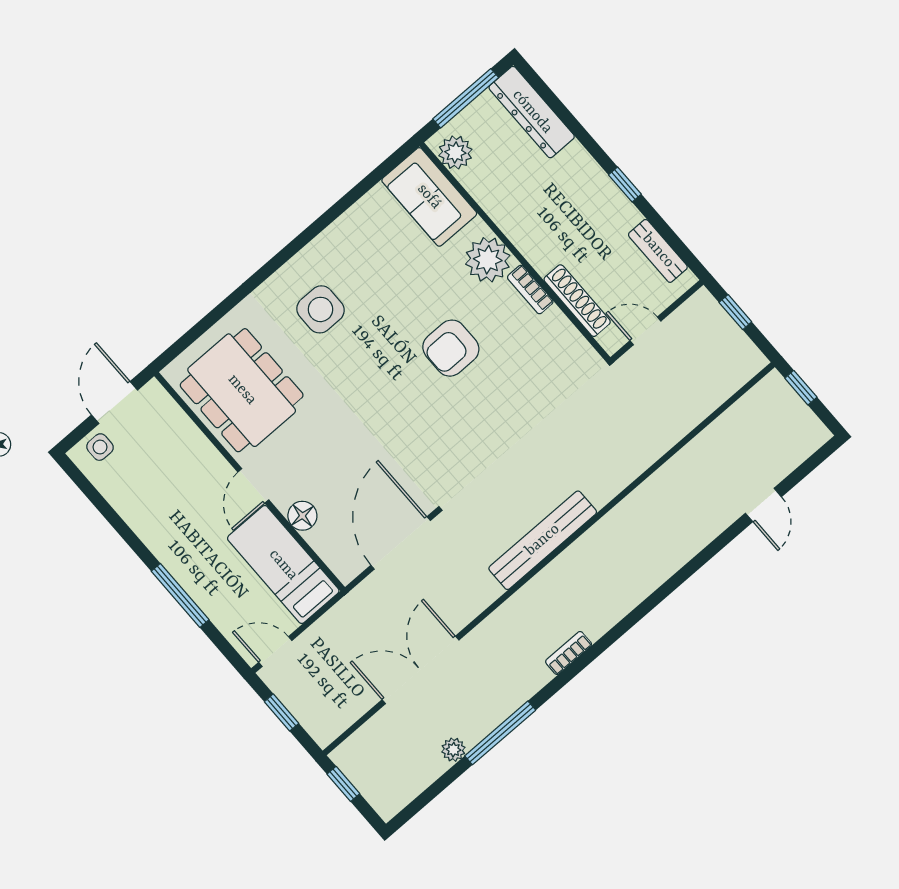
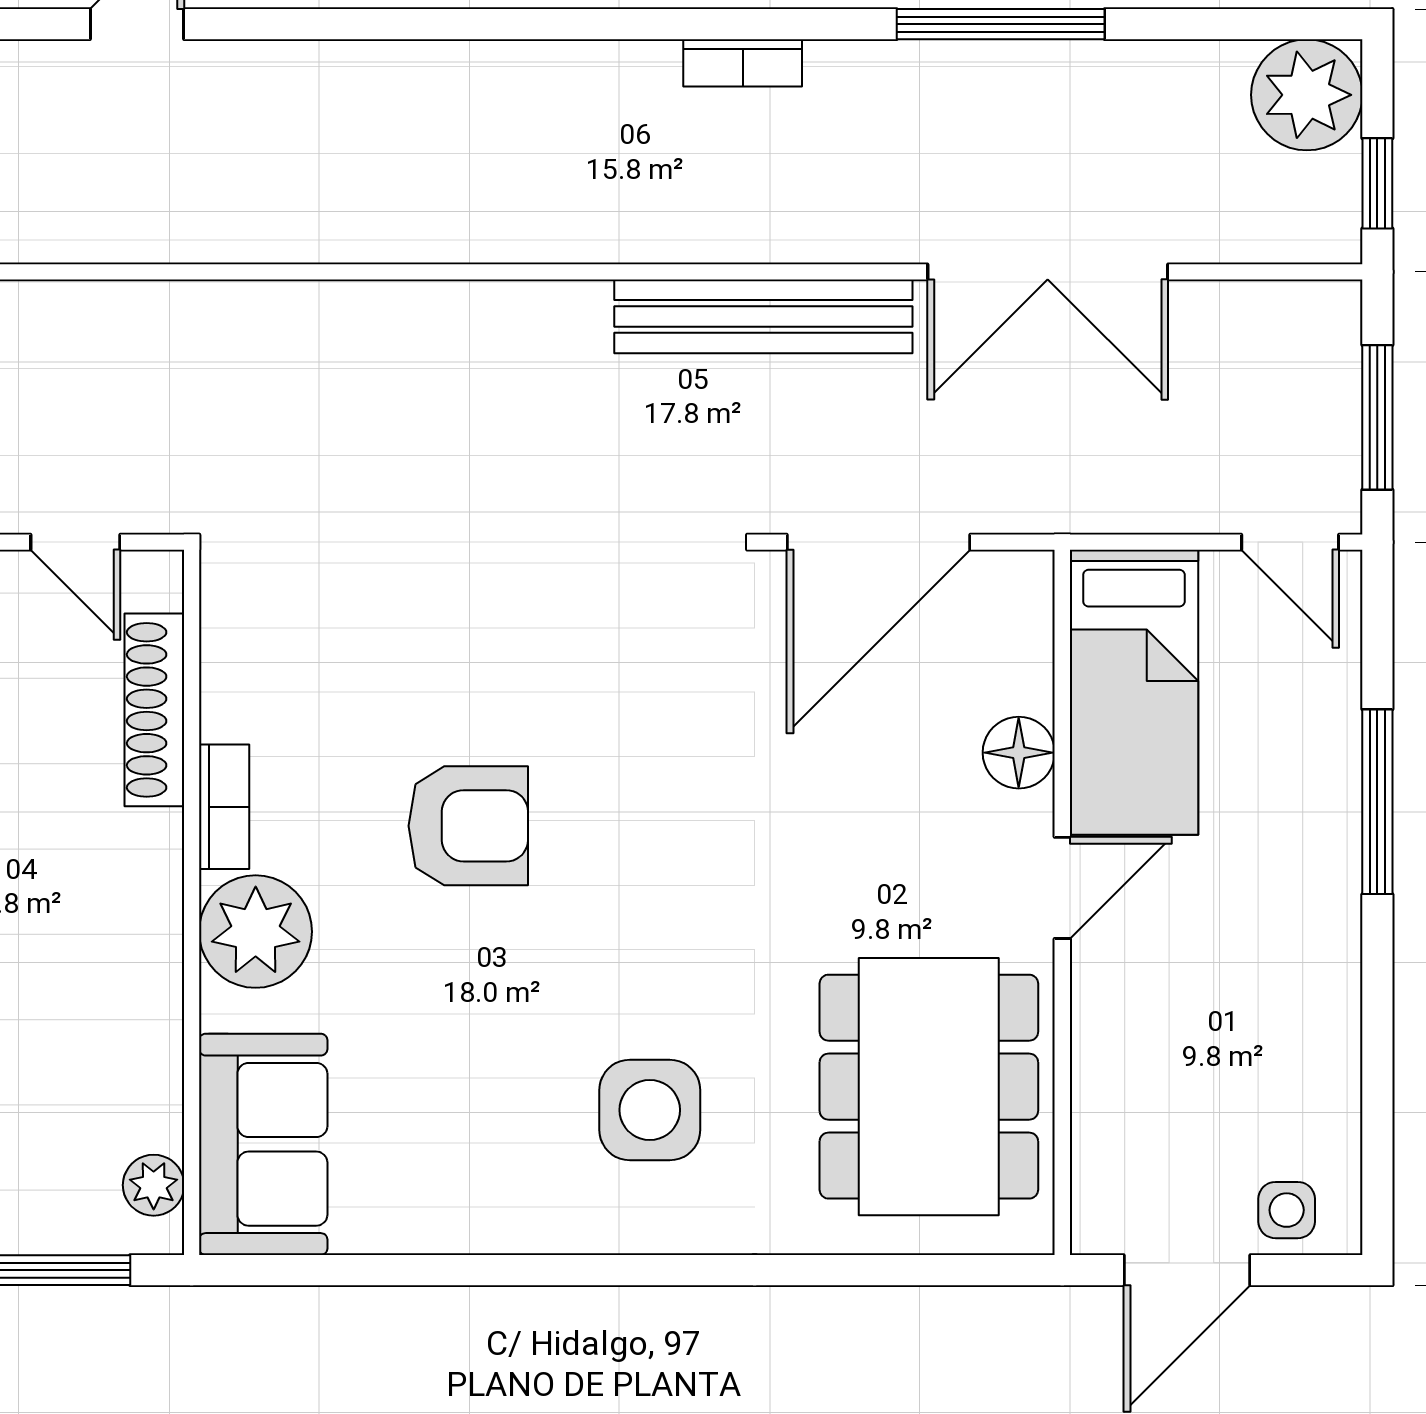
plant: (455, 152) -> (154, 1185), width x0.73, depth x0.73
bench: (543, 540) -> (763, 316), moved
window: (282, 713) -> (1377, 417), width x1.50
plant: (453, 750) -> (1307, 95), moved, width x1.88, depth x1.88

